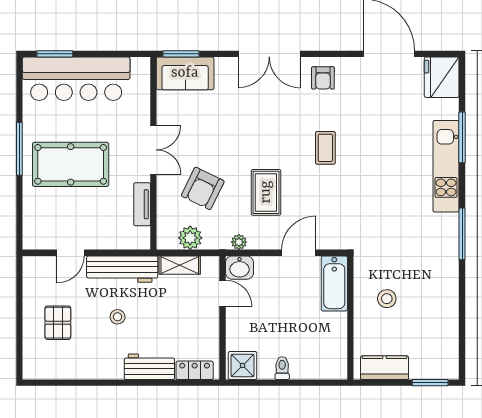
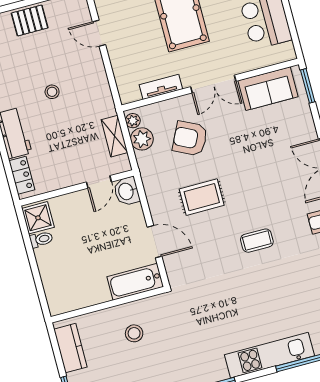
sofa: (185, 73) -> (268, 89), moved, turned -90
plant: (239, 242) -> (133, 121), moved
workbench: (122, 269) -> (97, 84), removed
pallet: (58, 323) -> (30, 20), moved
toilet: (282, 368) -> (41, 239), moved

